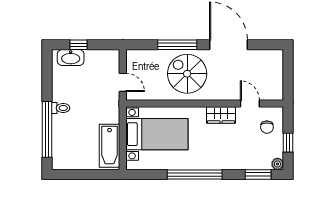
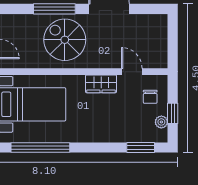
plant: (277, 164) -> (161, 122), moved
window: (195, 175) -> (40, 148), moved

